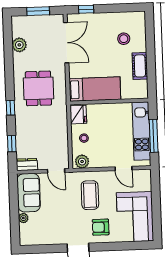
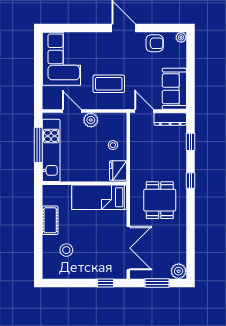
double door: (66, 43) -> (128, 248), swing flipped
plant: (19, 45) -> (179, 271), moved
plant: (82, 162) -> (91, 120), moved
dresser: (27, 165) -> (170, 119), width x1.44
coffee table: (90, 195) -> (109, 84), turned 90
plant: (23, 218) -> (181, 37), moved
armchair: (101, 227) -> (155, 43), moved

